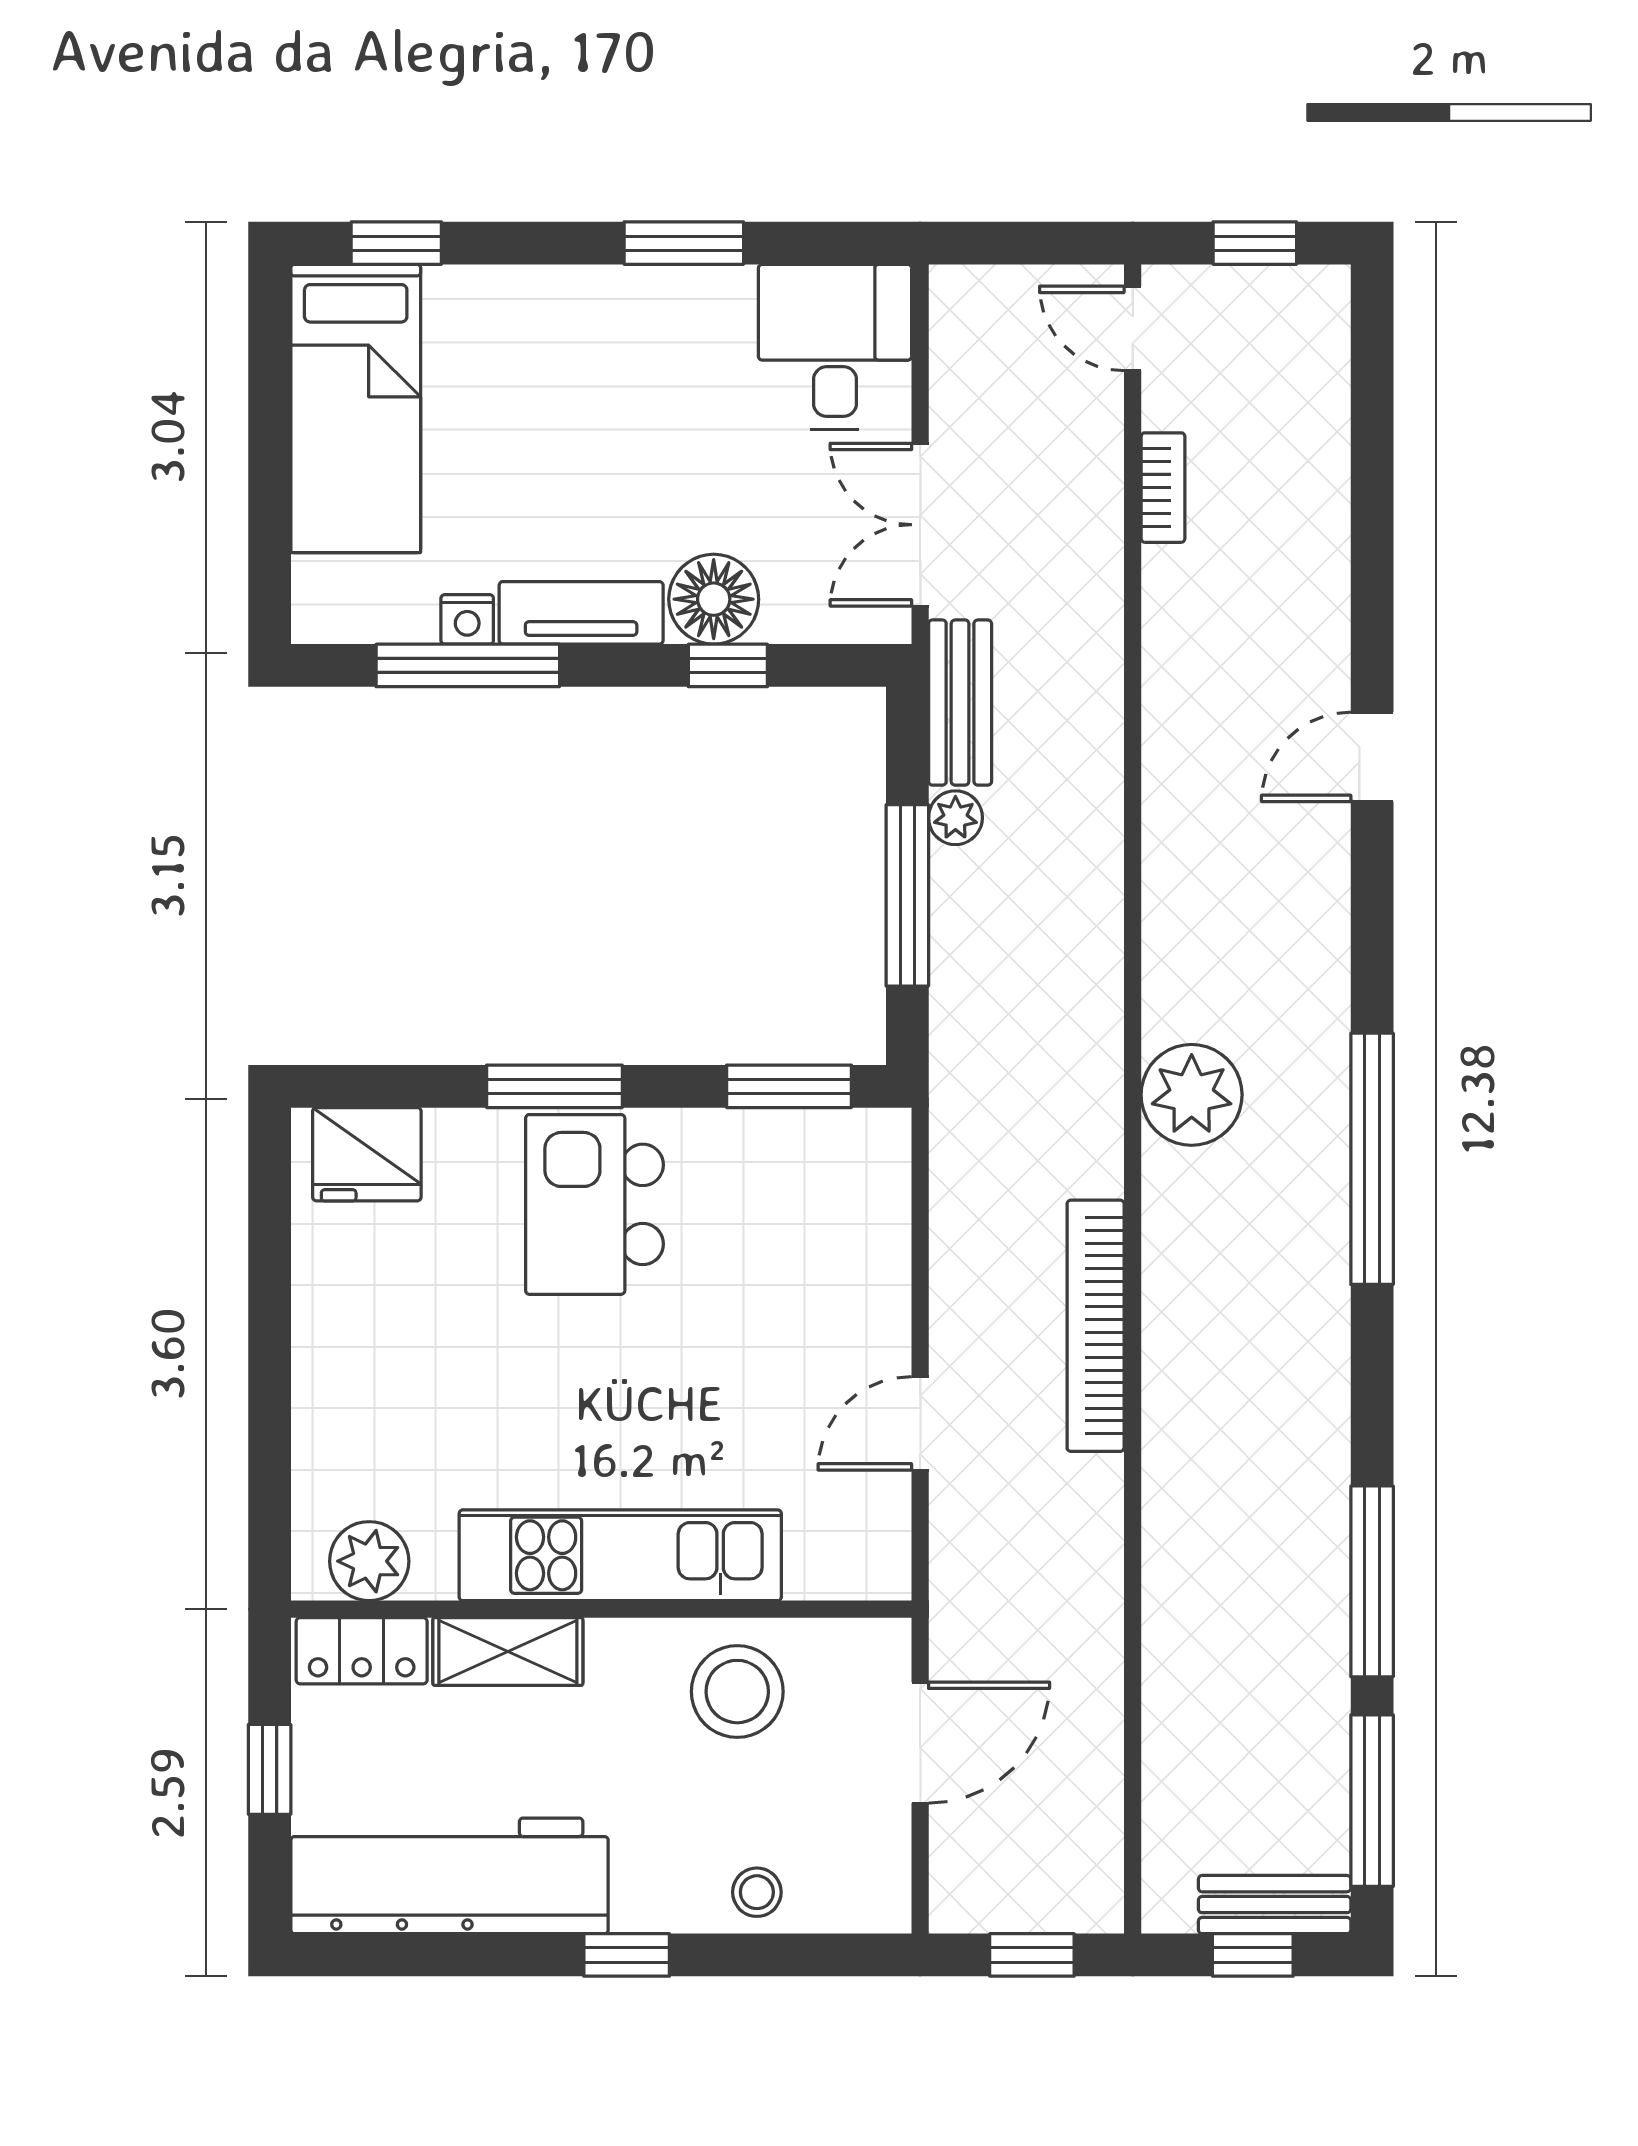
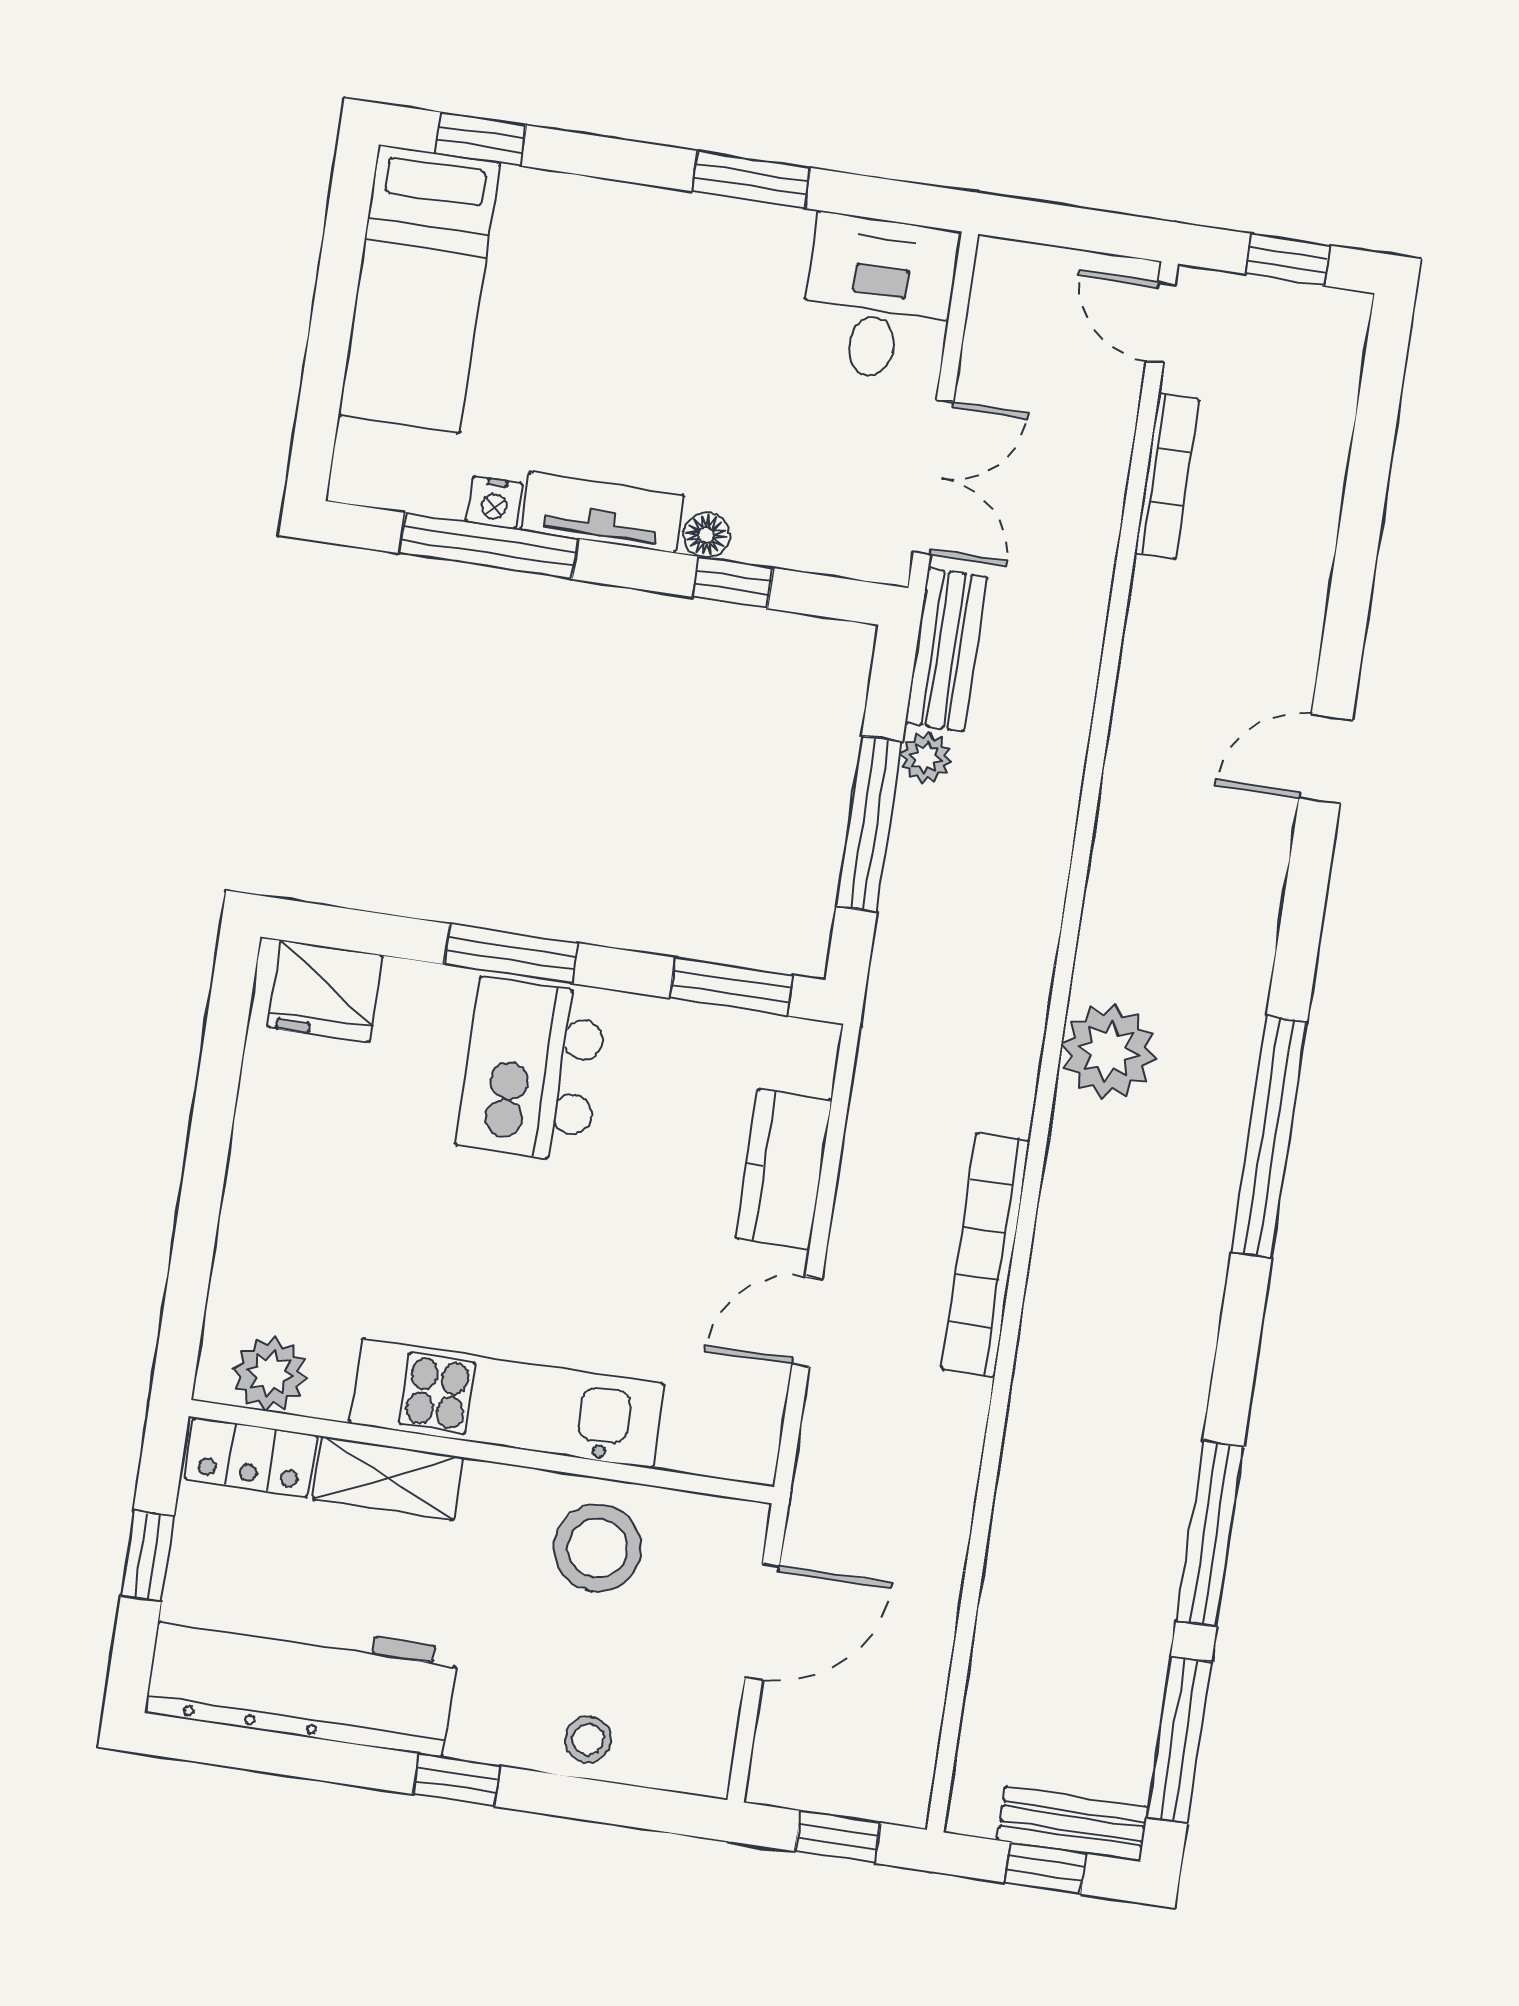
bookcase: (1163, 488) -> (1167, 476), width x1.56
double door: (920, 525) -> (933, 477), swing flipped
floor lamp: (714, 599) -> (706, 535), width x0.53, depth x0.53
kitchen counter: (872, 1268) -> (784, 1169), added

